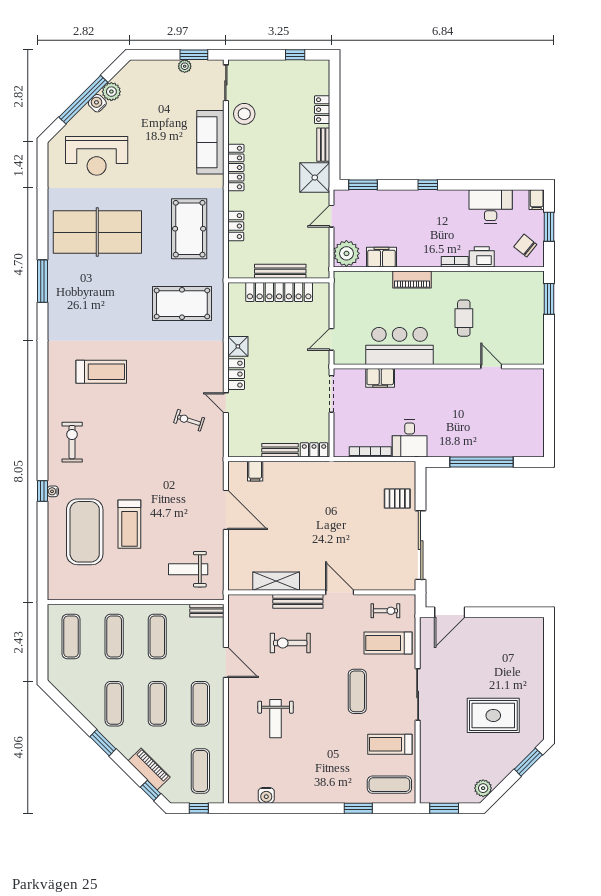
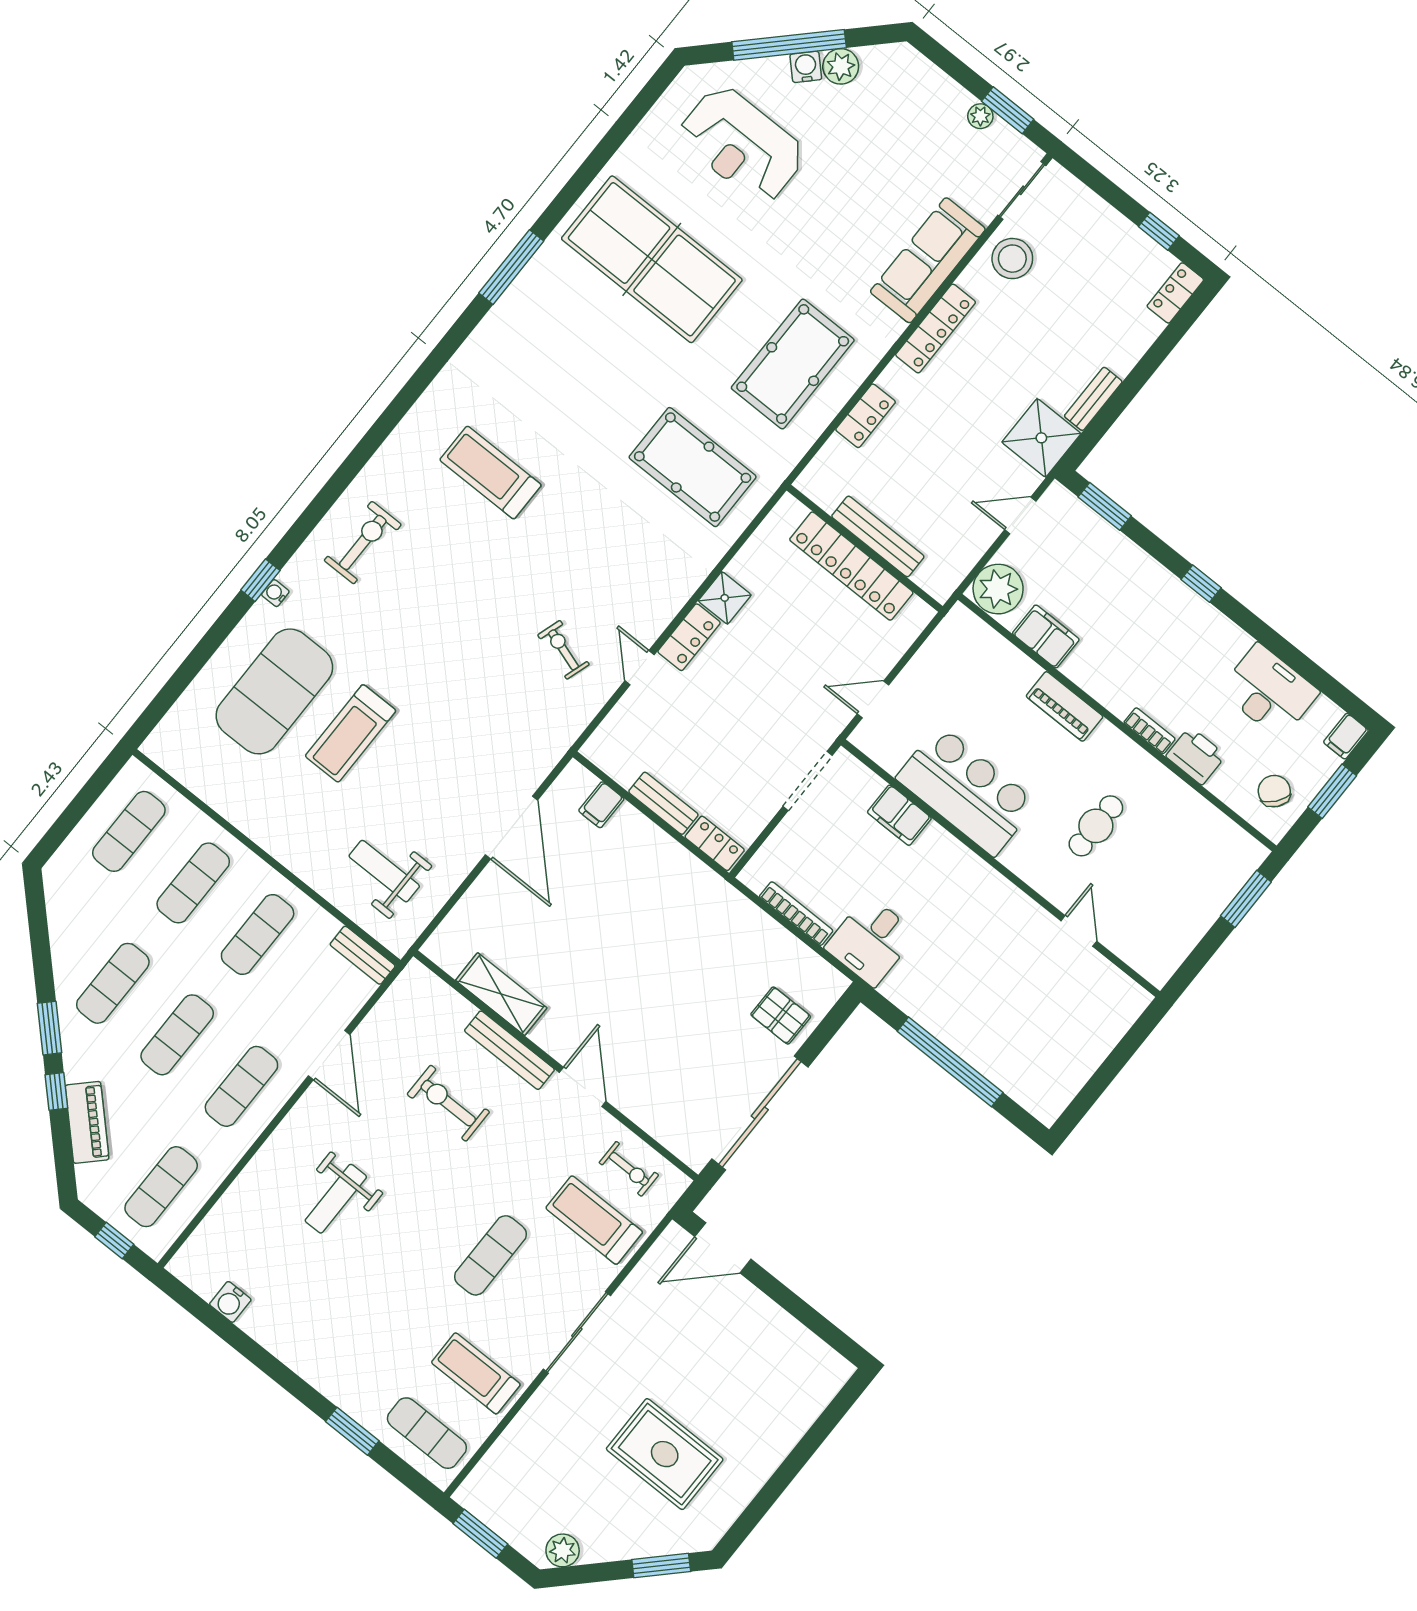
locker: (322, 110) -> (1175, 293), moved
treadmill: (101, 372) -> (490, 473), turned 180
window: (151, 790) -> (56, 1091), moved

